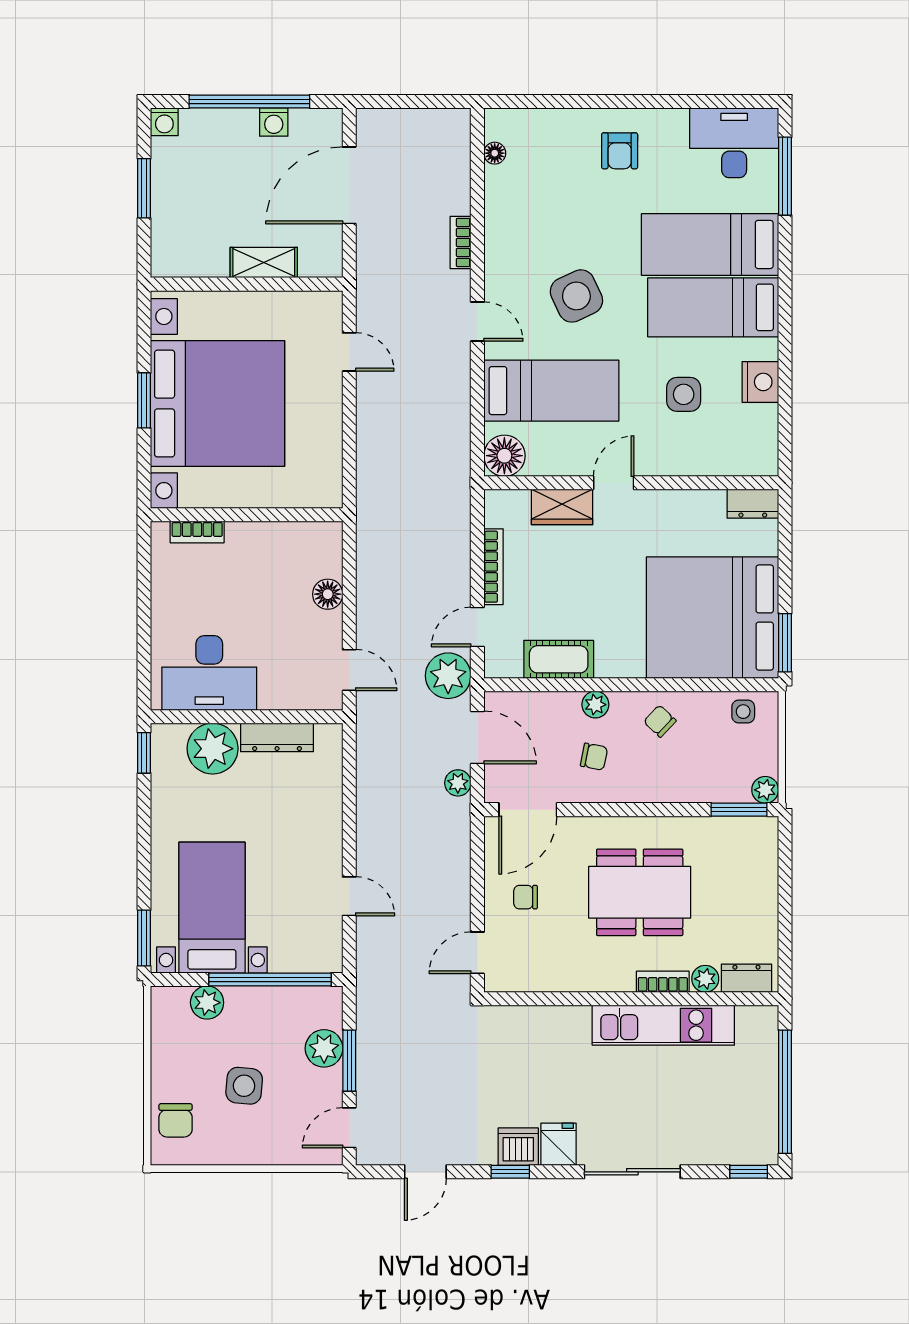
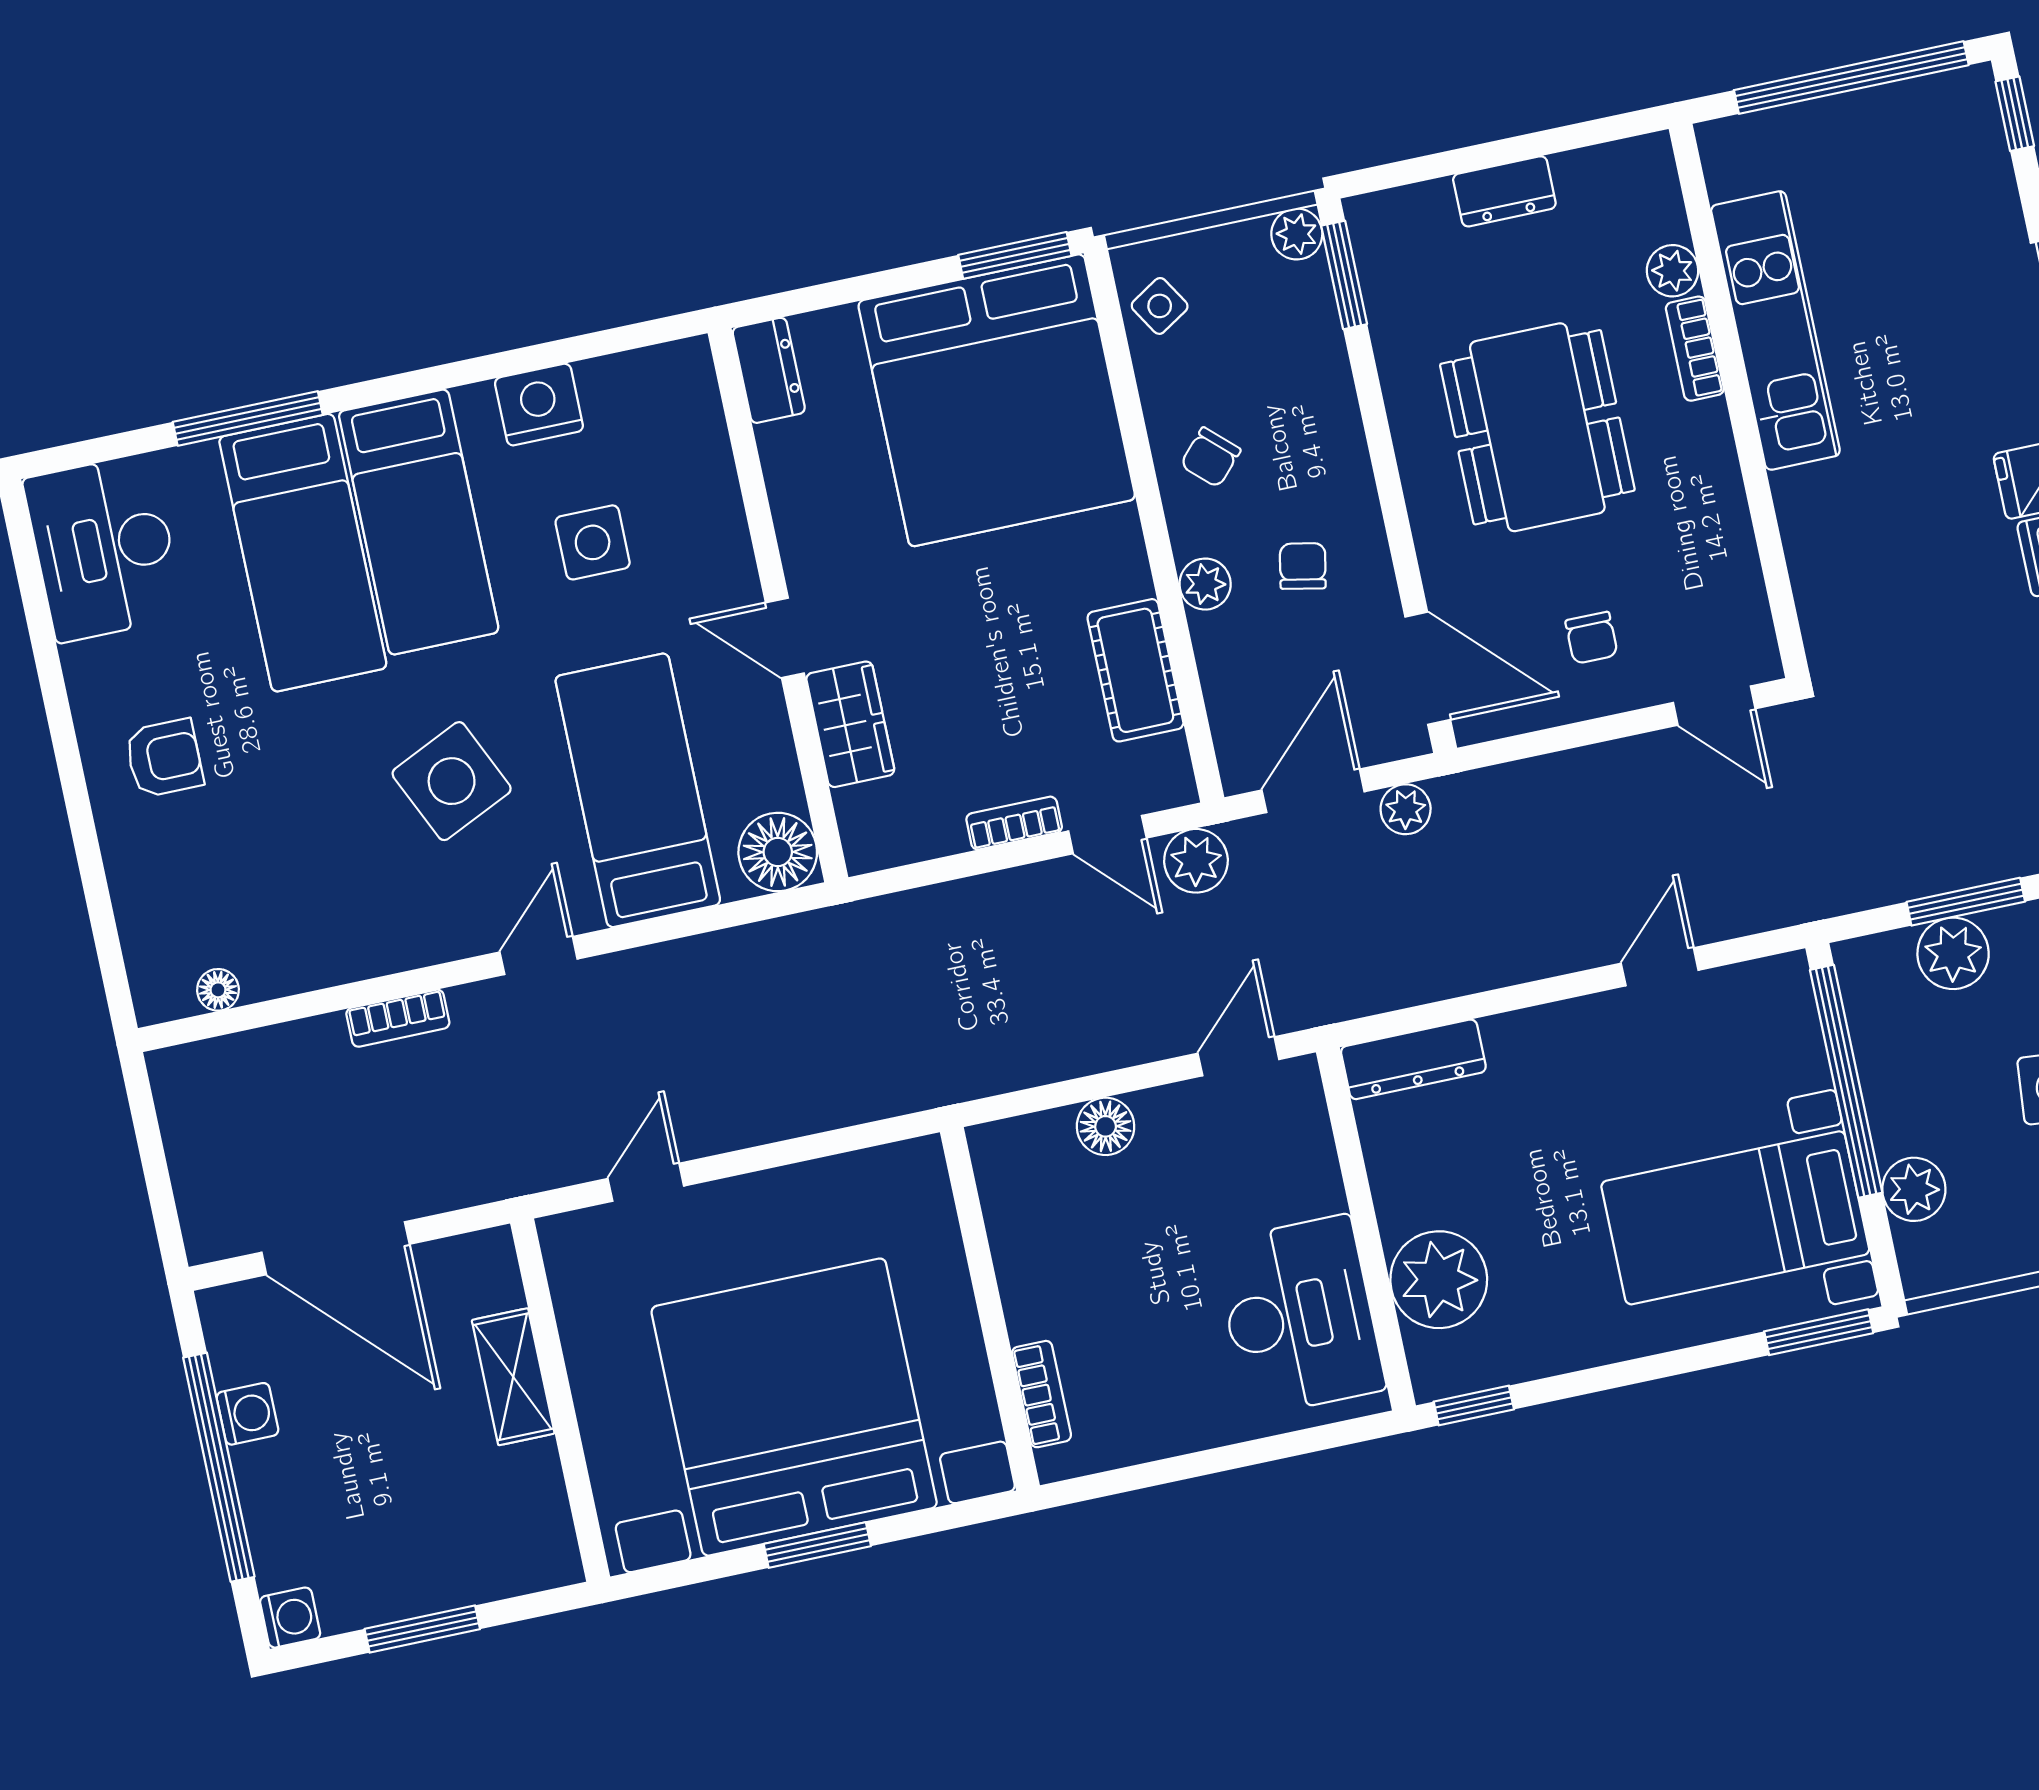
window: (785, 176) -> (248, 418), moved
bookcase: (493, 567) -> (1014, 823), width x0.64
plant: (448, 676) -> (1196, 861), width x0.73, depth x0.73
side table: (743, 712) -> (1160, 306), turned -32
dresser: (277, 737) -> (1413, 1059), moved, turned 90
dresser: (746, 978) -> (1504, 191), moved, turned -90

